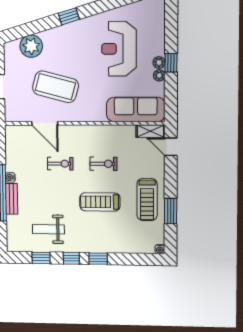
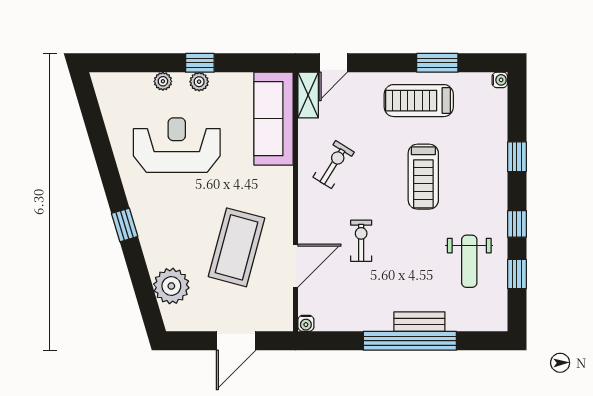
reception desk: (119, 49) -> (177, 145), turned 180
plant: (159, 75) -> (163, 81), moved
exercise bike: (103, 164) -> (334, 165), moved, turned 32
water cooler: (10, 177) -> (306, 323), moved
treadmill: (147, 200) -> (419, 101), turned 180
window: (98, 259) -> (517, 157), moved

